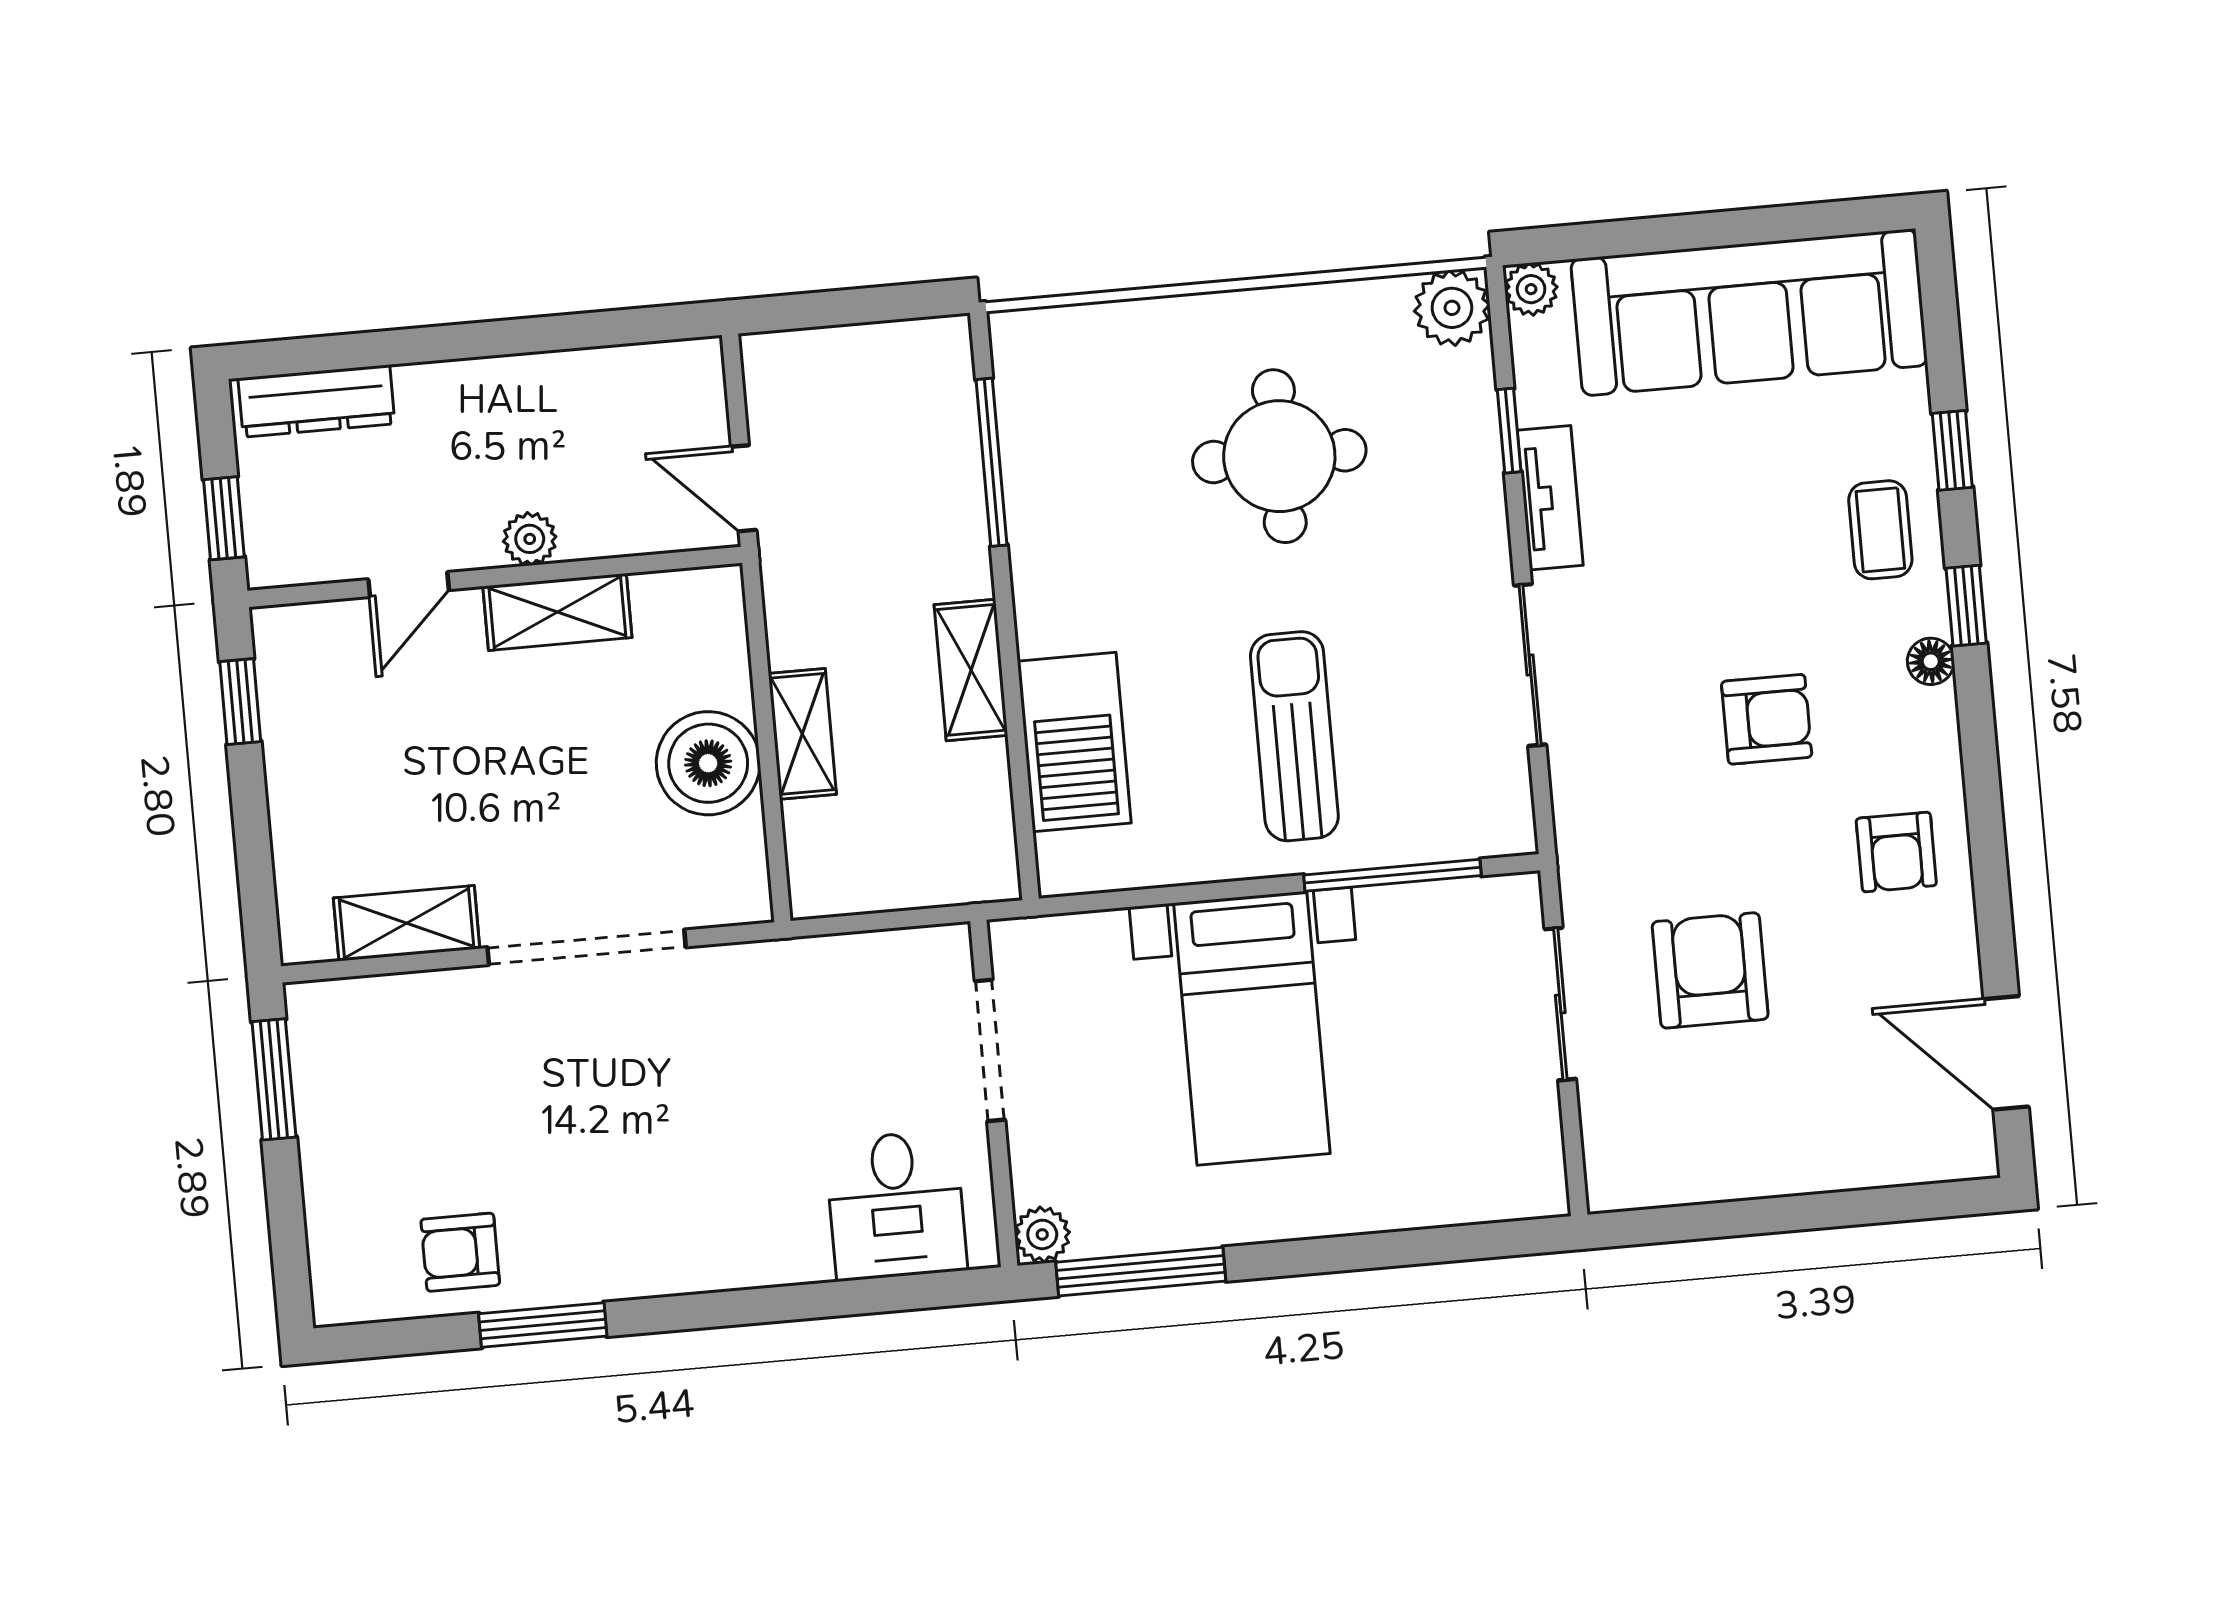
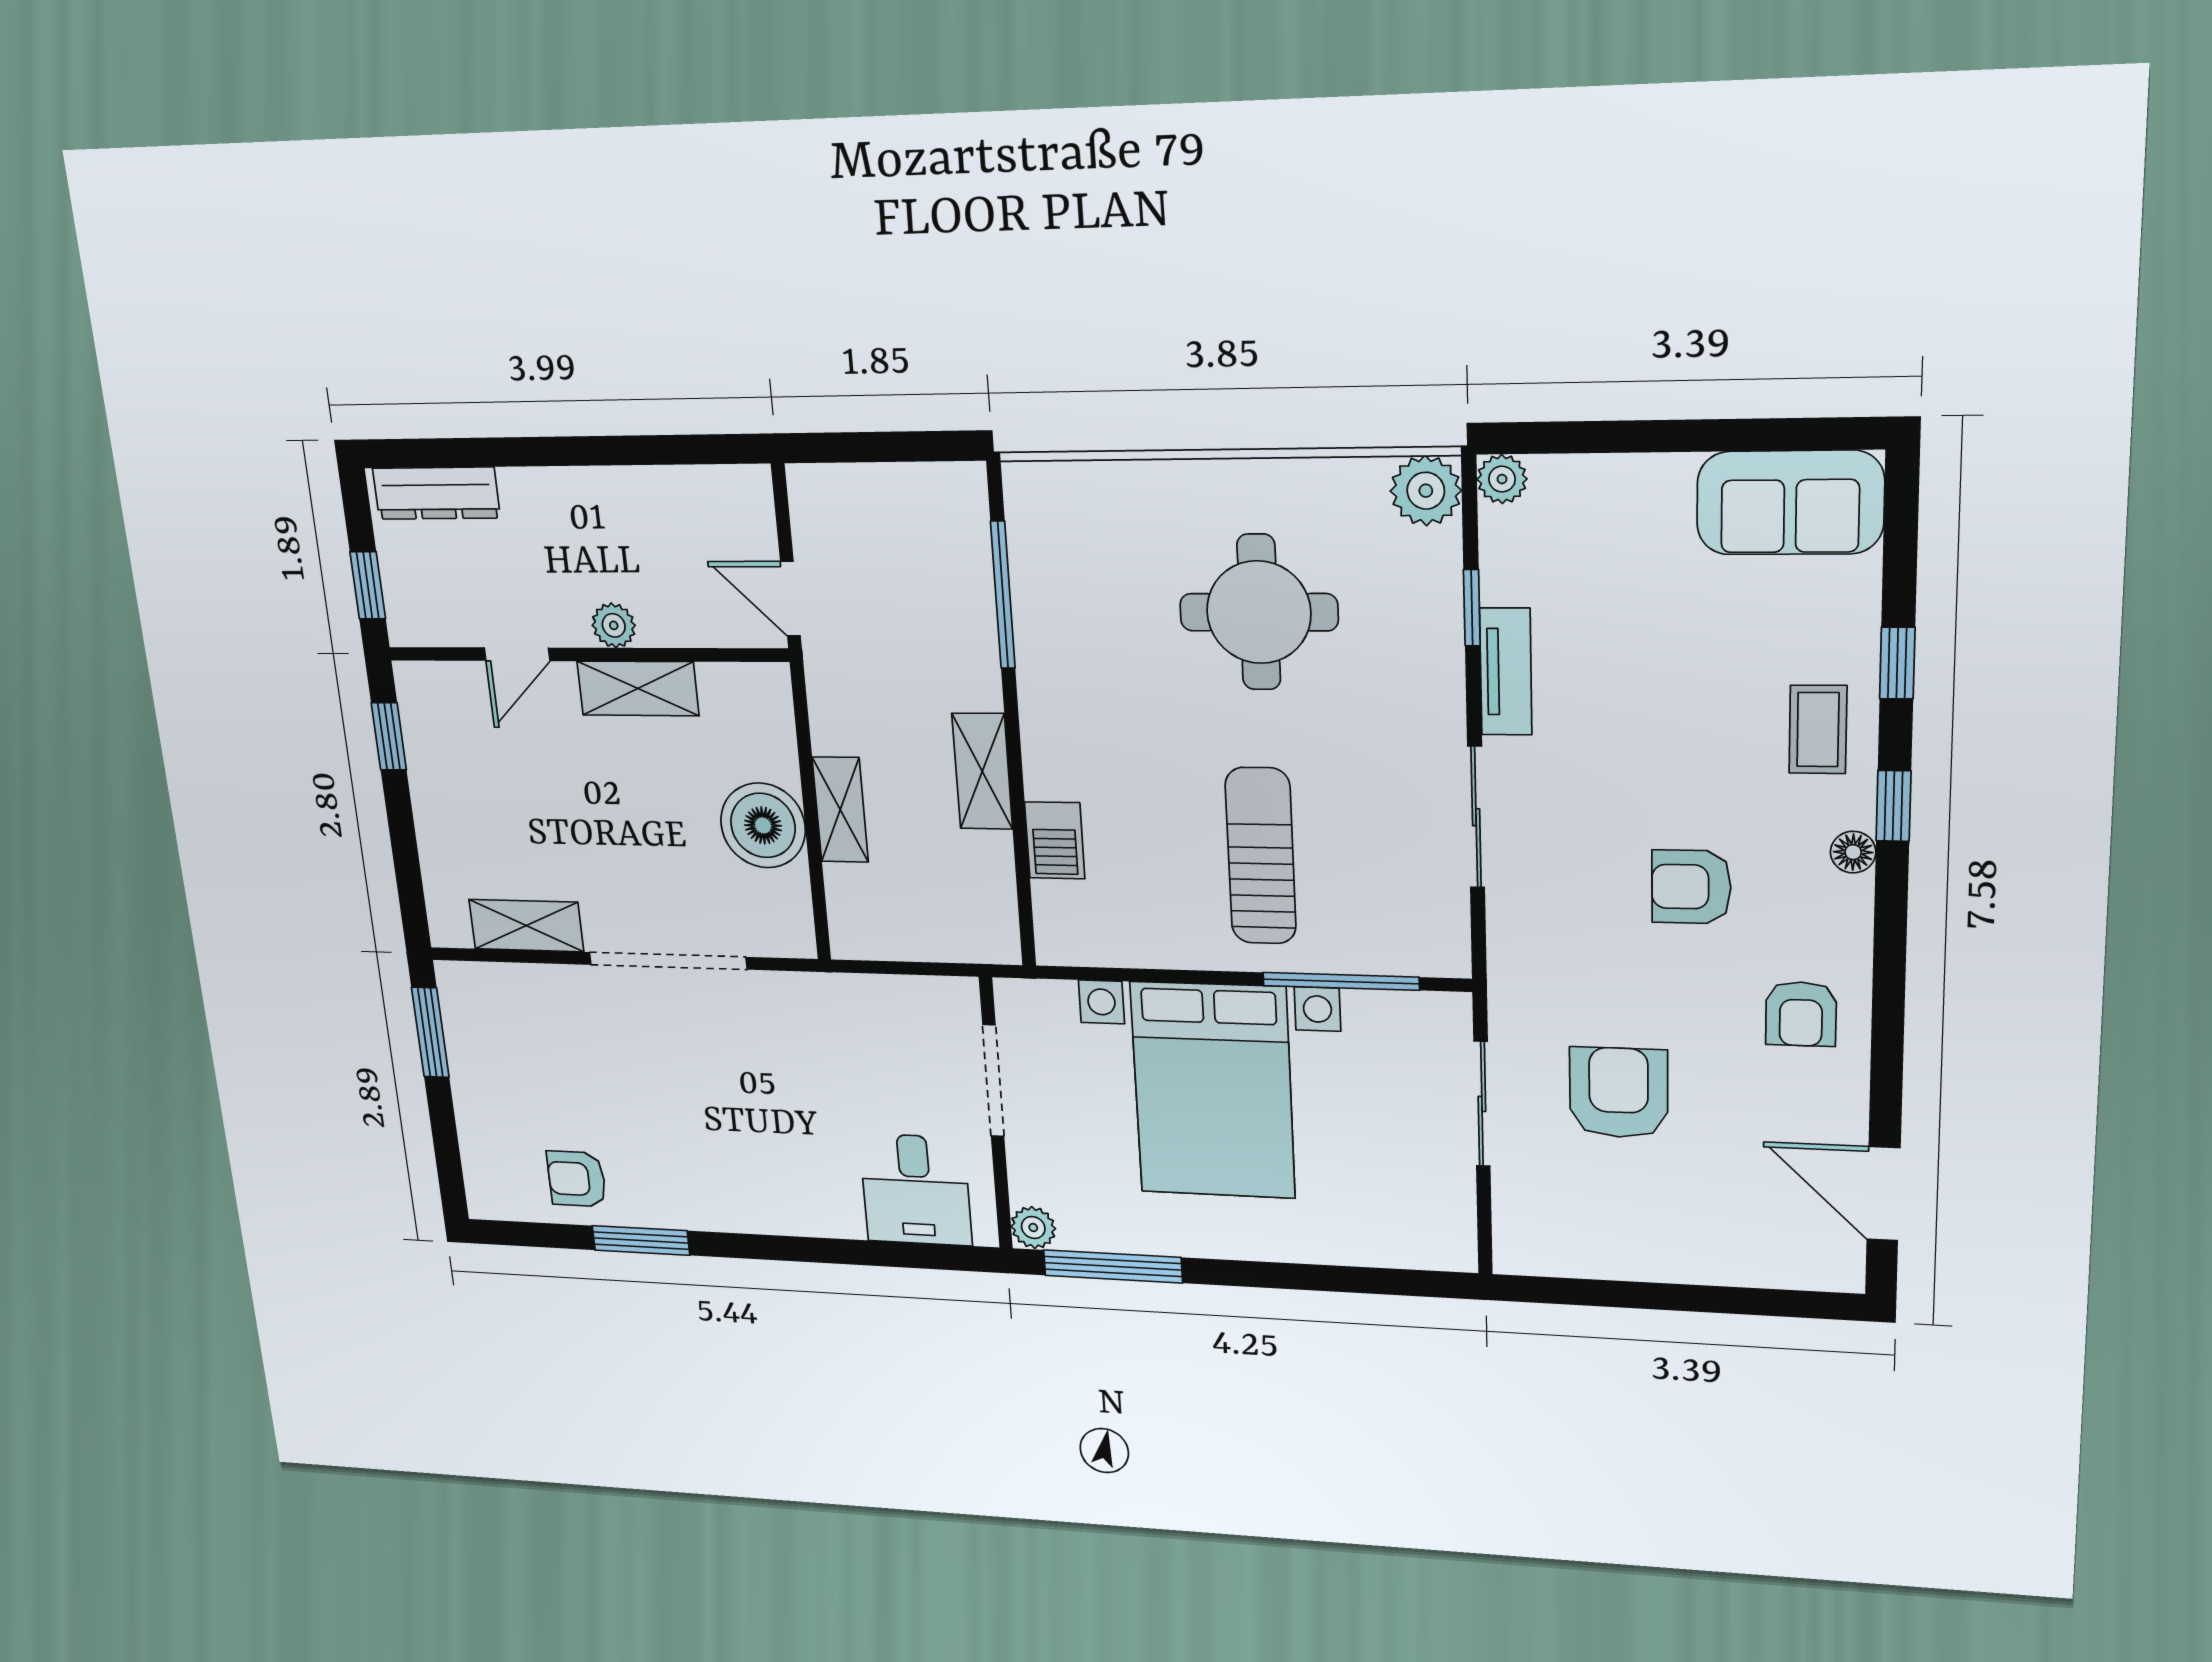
sofa: (1749, 312) -> (1790, 503), width x0.54, depth x0.79
armchair: (1767, 719) -> (1691, 887), turned 180
barbecue: (1074, 742) -> (1055, 840), width x0.53, depth x0.65
bed with nightstands: (1252, 1028) -> (1213, 1090), width x1.36

